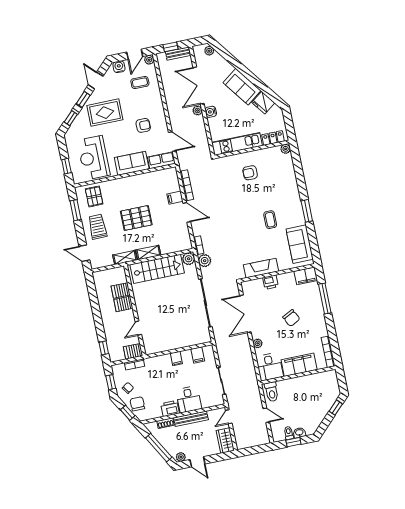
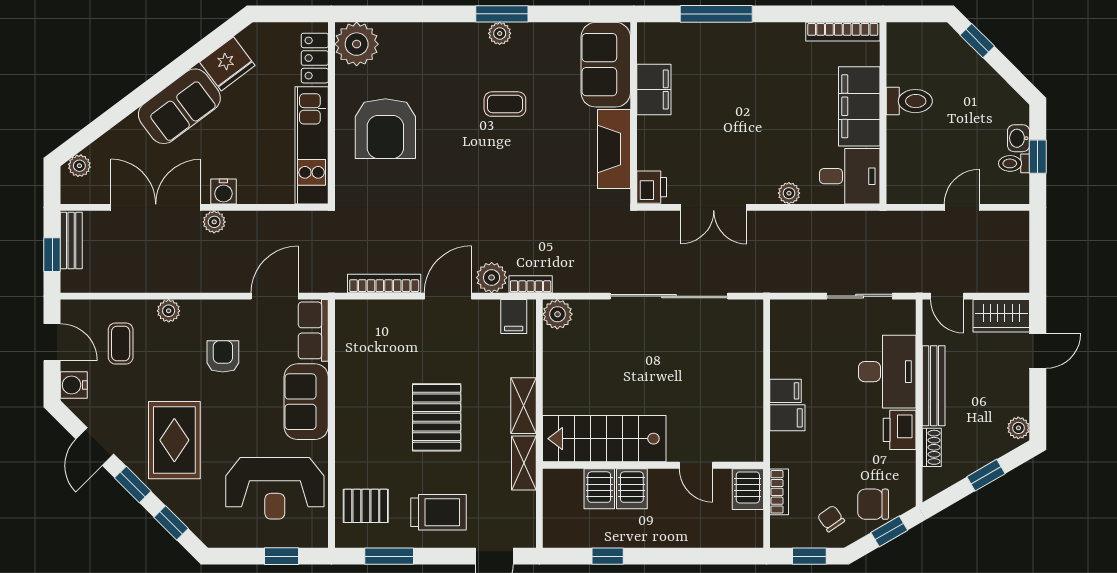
plant: (149, 60) -> (169, 311), moved
door: (96, 81) -> (95, 446), hinge flipped
double door: (199, 85) -> (156, 207), swing flipped
plant: (286, 149) -> (357, 44), width x1.87, depth x1.87
armchair: (250, 173) -> (385, 129), width x1.88, depth x1.88
filing cabinet: (175, 198) -> (514, 317), moved
plant: (299, 212) -> (500, 33), added
trolley: (98, 227) -> (438, 512), turned 180
sofa: (300, 244) -> (606, 65), moved, turned 90
plant: (205, 261) -> (492, 278), moved
stairs: (157, 269) -> (604, 439), moved, turned -90
filing cabinet: (306, 276) -> (654, 90), moved
printer: (270, 282) -> (652, 187), moved
double door: (245, 314) -> (714, 207), width x0.73
chair: (291, 318) -> (746, 102), removed
window: (104, 348) -> (608, 556), moved
filing cabinet: (198, 355) -> (787, 418), moved
toilet: (272, 392) -> (909, 101), moved
desk: (189, 399) -> (887, 372), width x1.37
window: (159, 448) -> (986, 475), width x0.46
door: (197, 462) -> (1038, 351), moved

